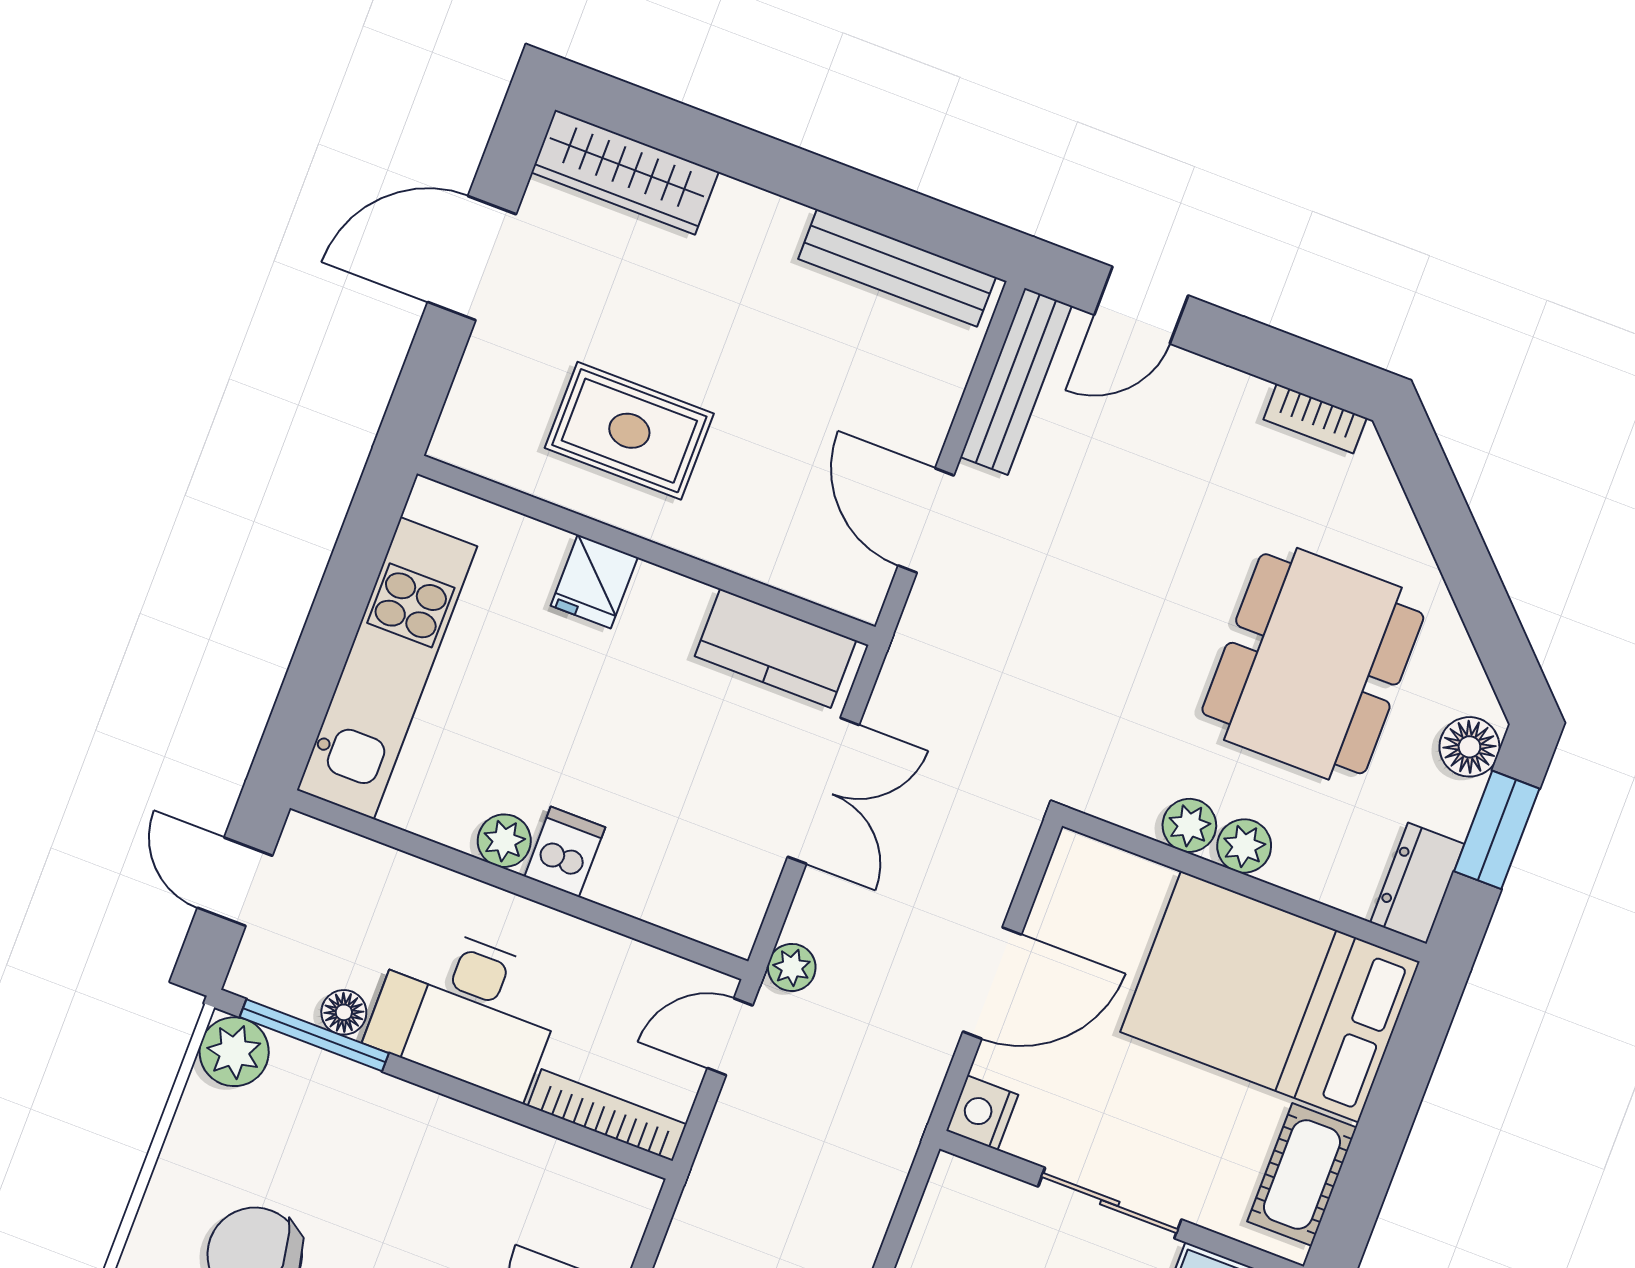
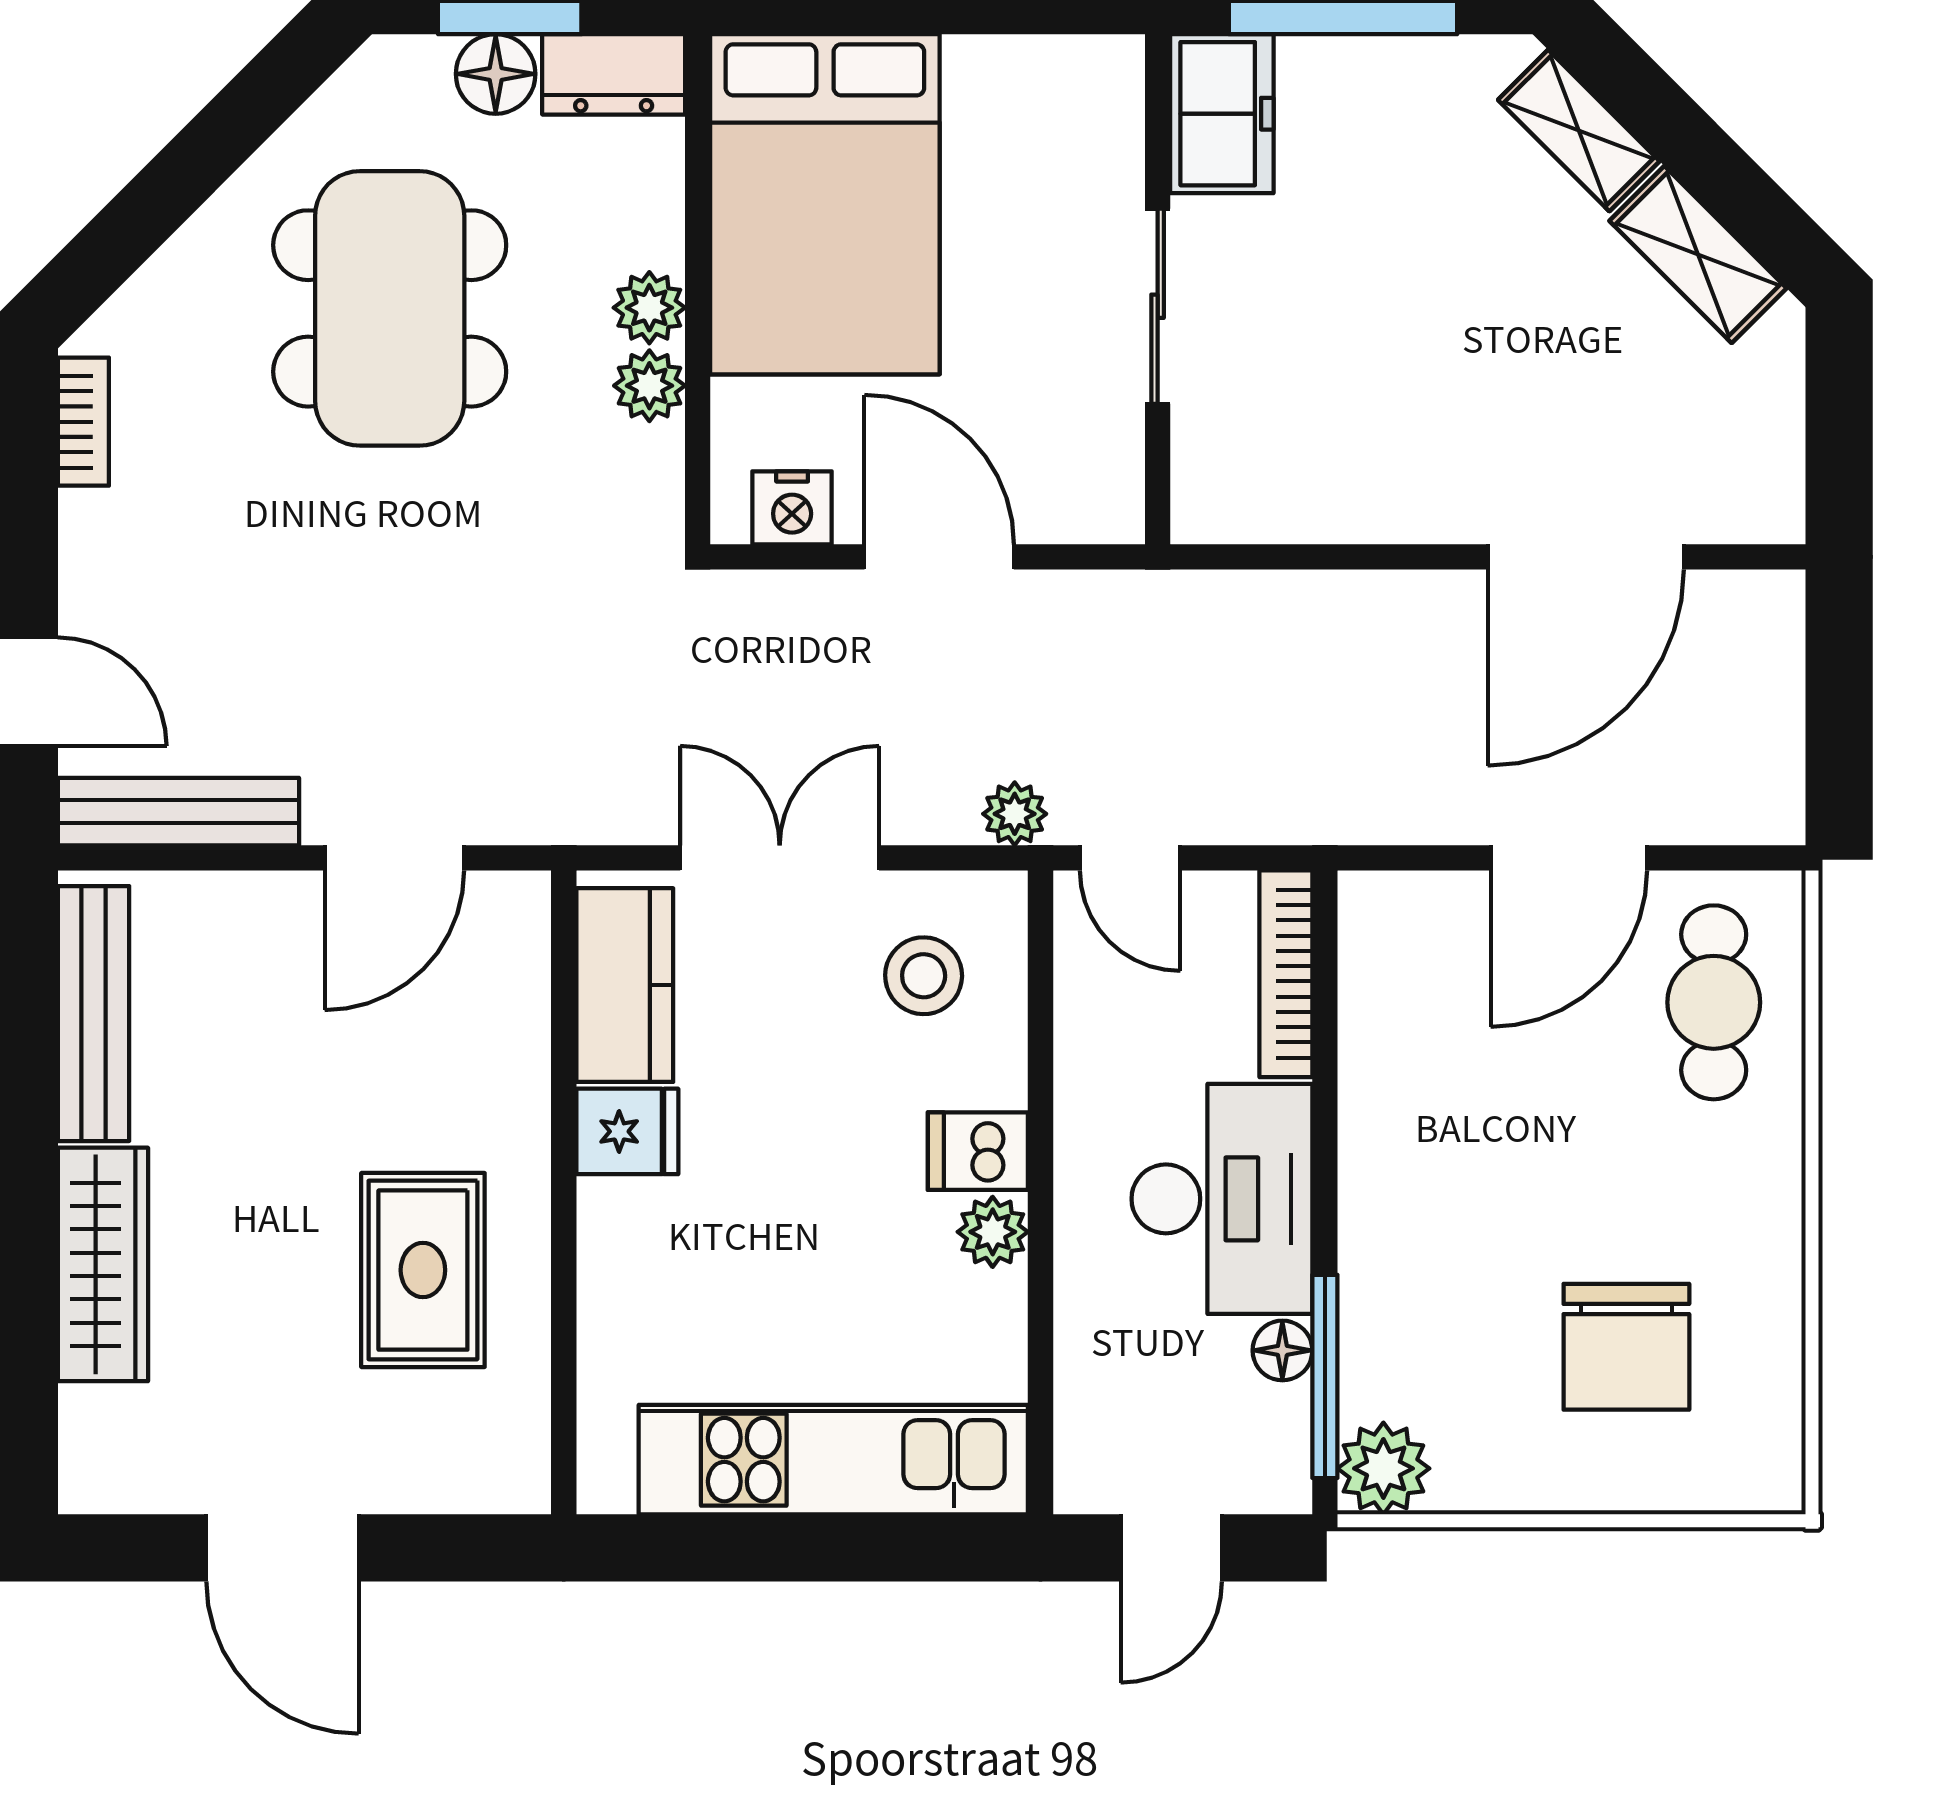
wardrobe: (625, 172) -> (103, 1264), moved
fridge: (594, 581) -> (627, 1131), moved
dining table: (1313, 664) -> (390, 308), turned 90
floor lamp: (1469, 747) -> (496, 74), moved
stool: (702, 860) -> (924, 976), added
nightstand: (982, 1113) -> (792, 508), moved
cot: (1302, 1175) -> (1031, 80), removed

